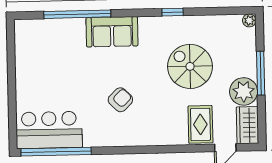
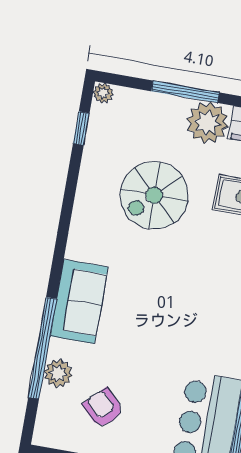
window: (173, 12) -> (81, 128), moved
plant: (63, 28) -> (58, 373), added
armchair: (120, 100) -> (103, 408), moved

